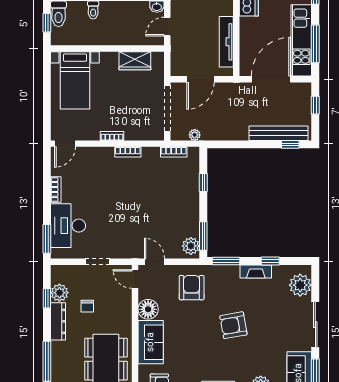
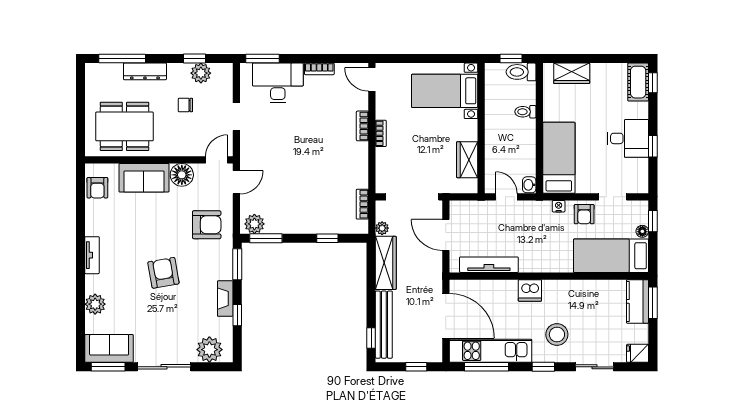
wardrobe: (225, 132) -> (386, 263), added
bookcase: (128, 152) -> (362, 126), moved
dresser: (58, 321) -> (145, 71), moved

